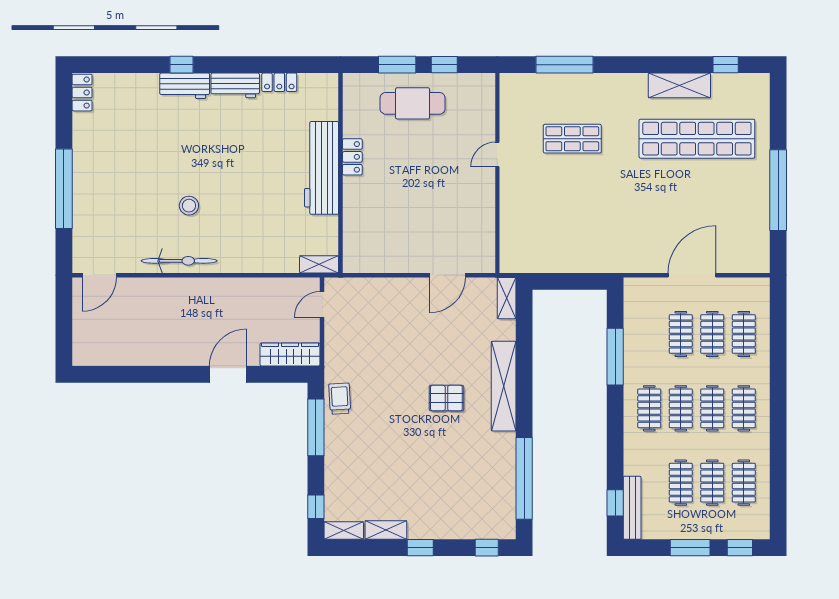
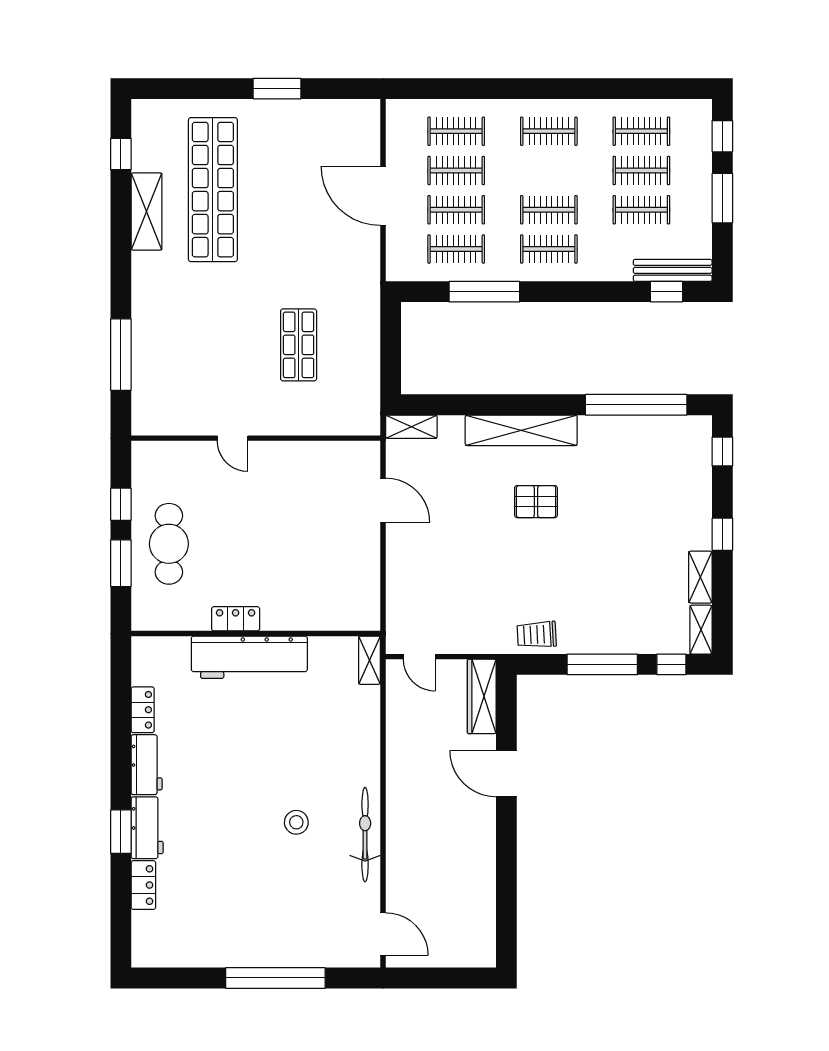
window: (181, 65) -> (121, 832), width x1.50
locker: (82, 93) -> (143, 885), moved, turned 90
shop shelf: (572, 139) -> (299, 345), moved
window: (778, 190) -> (277, 89), width x0.47
pallet: (446, 398) -> (536, 502), turned 90
clothes rail: (712, 408) -> (456, 249), moved
window: (316, 427) -> (602, 664), moved

